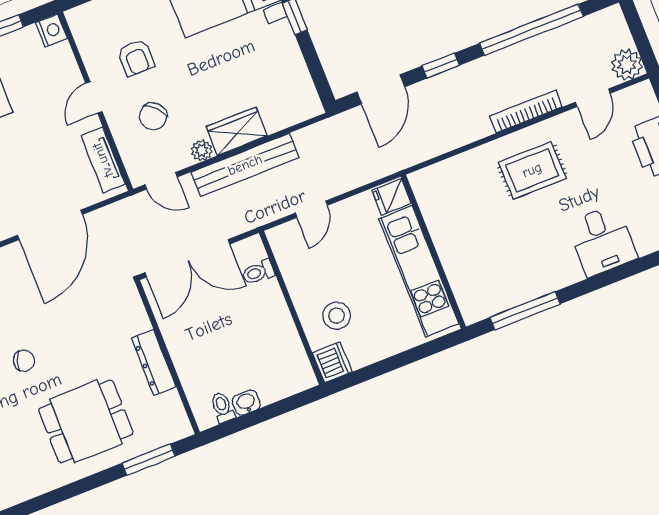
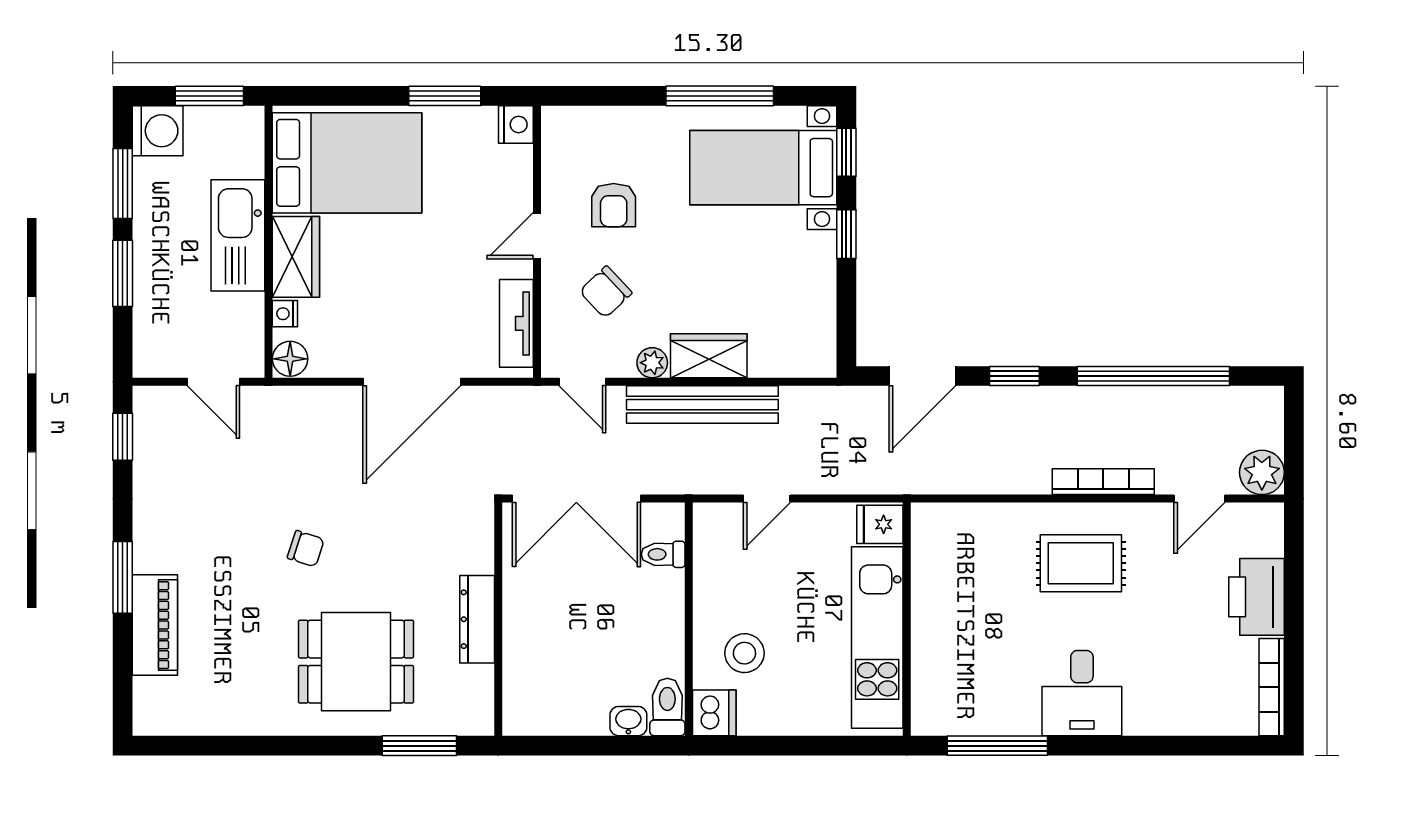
desk: (602, 241) -> (1082, 693), moved
washbasin: (246, 403) -> (628, 721), moved
toilet: (222, 407) -> (667, 707), moved, width x1.37, depth x1.39

